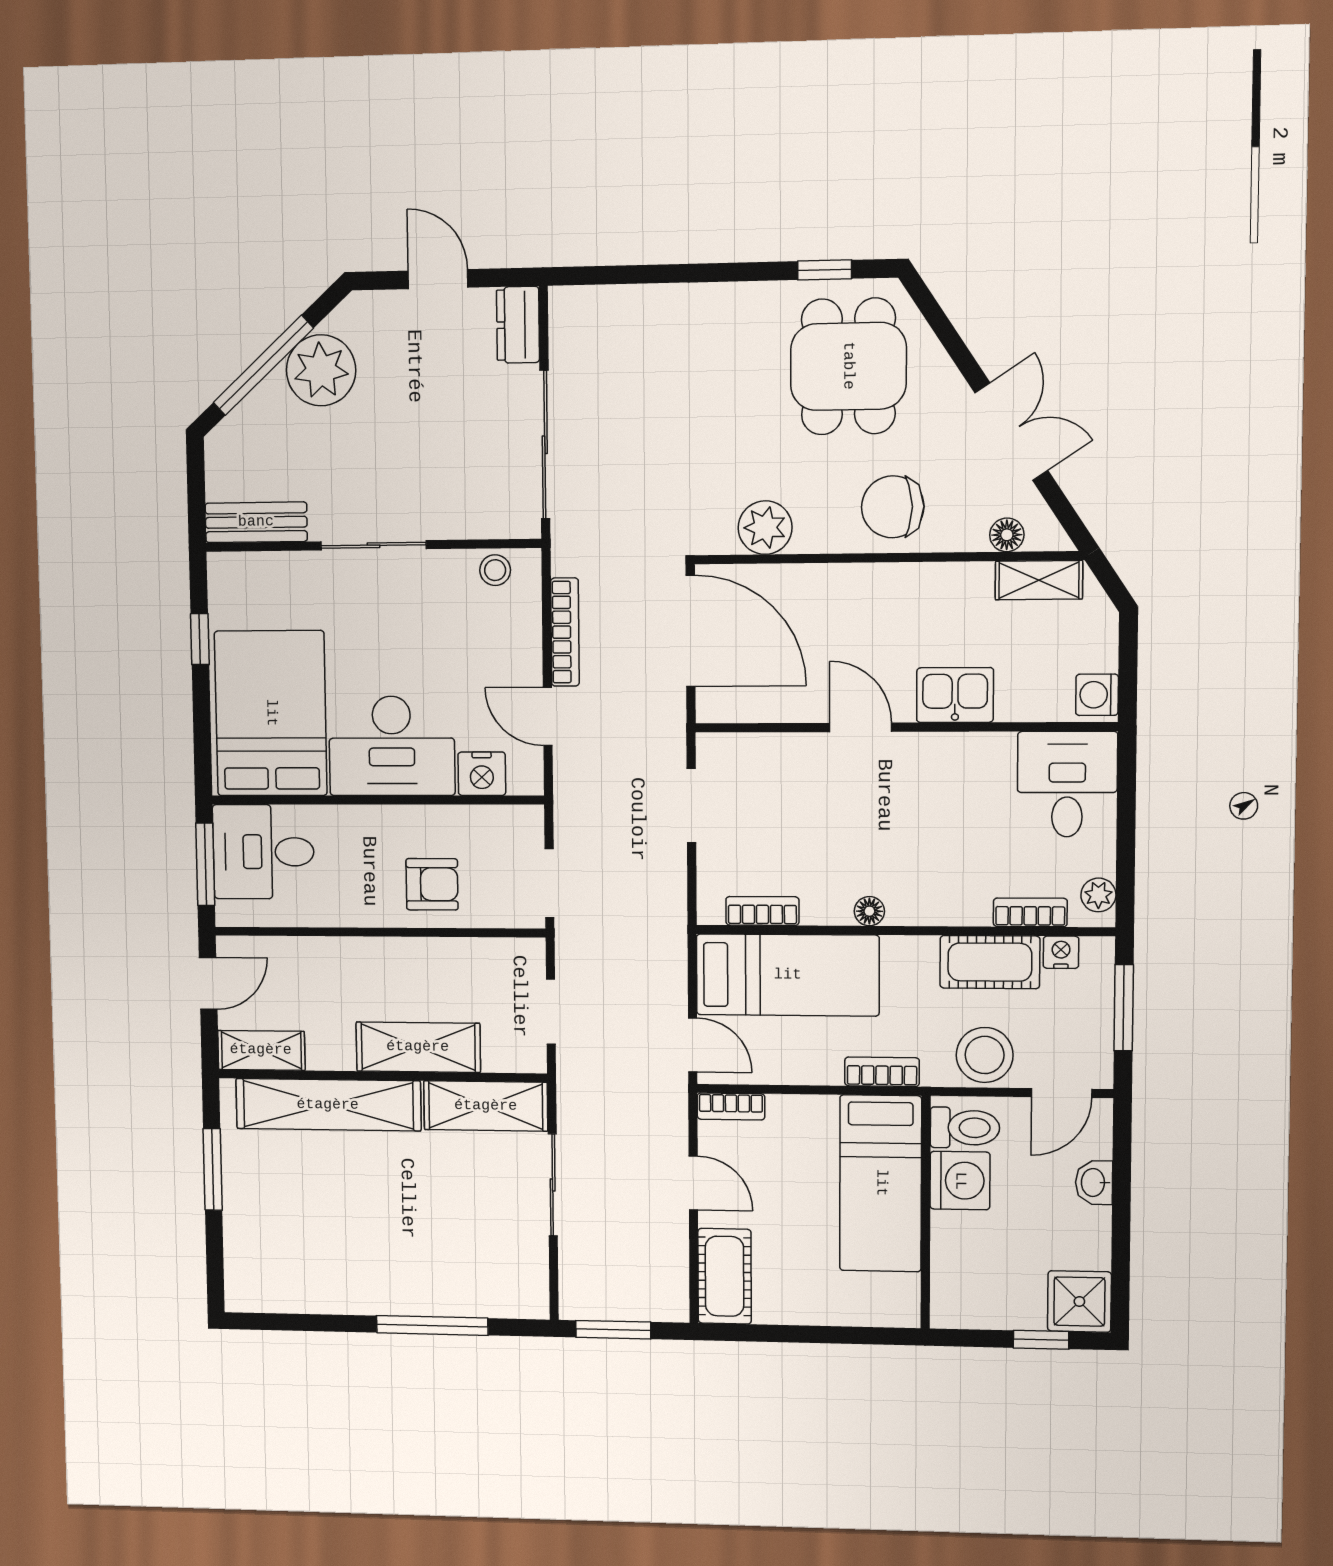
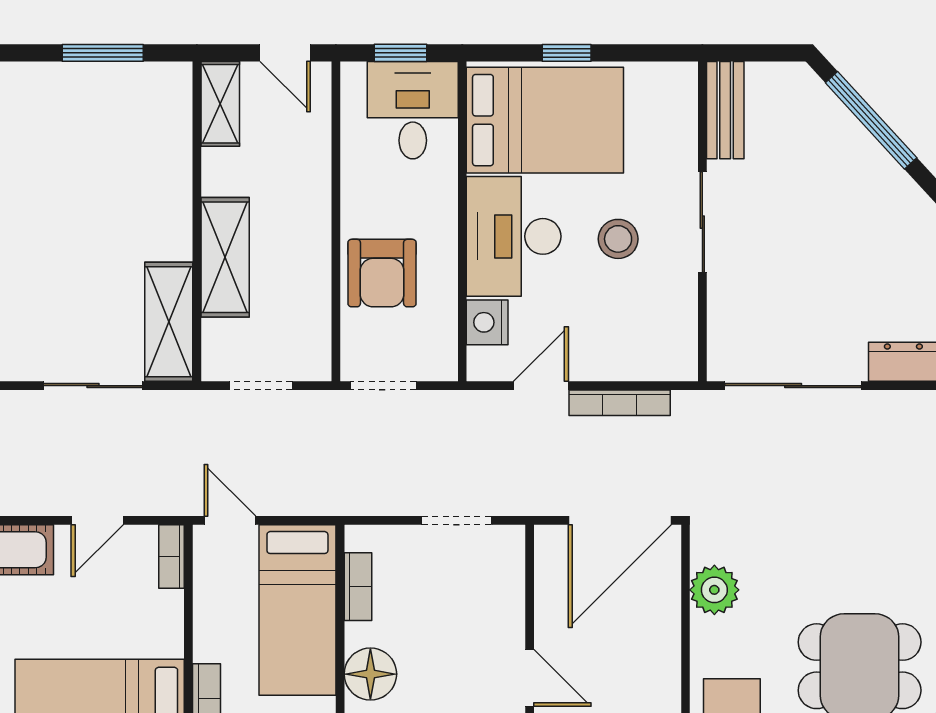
plant: (321, 370) -> (865, 175), removed
stool: (495, 570) -> (618, 239), moved, width x1.37, depth x1.37
window: (200, 639) -> (567, 53), moved
door: (861, 727) -> (530, 678), hinge flipped
window: (205, 864) -> (401, 53), width x0.67
armchair: (432, 884) -> (382, 273), width x1.38, depth x1.38
floor lamp: (869, 911) -> (370, 674), width x1.89, depth x1.89
door: (693, 1045) -> (230, 520), swing flipped
shelving: (328, 1105) -> (168, 168), removed

